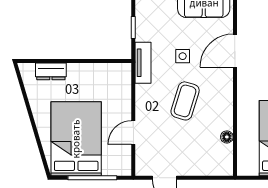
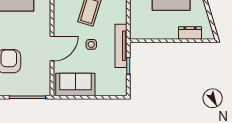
tv unit: (143, 63) -> (121, 46), width x1.41

